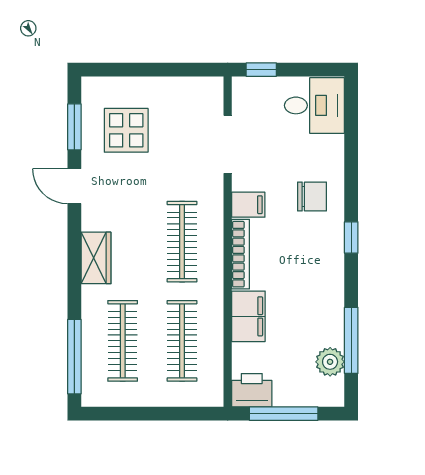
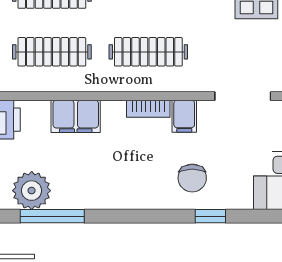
window: (351, 238) -> (210, 216), moved
bookcase: (241, 254) -> (148, 109), width x0.64
plant: (330, 362) -> (32, 191), width x1.36, depth x1.36

